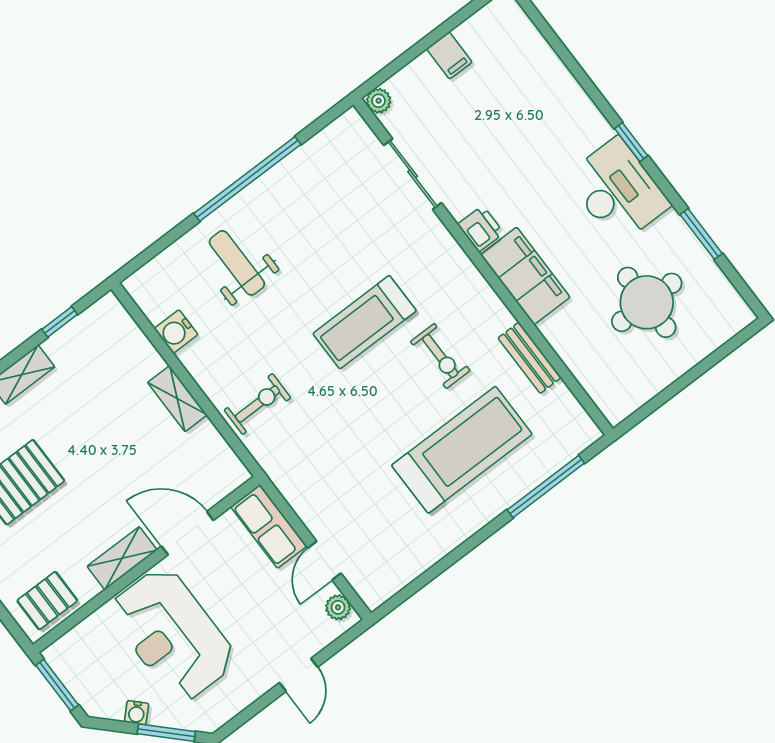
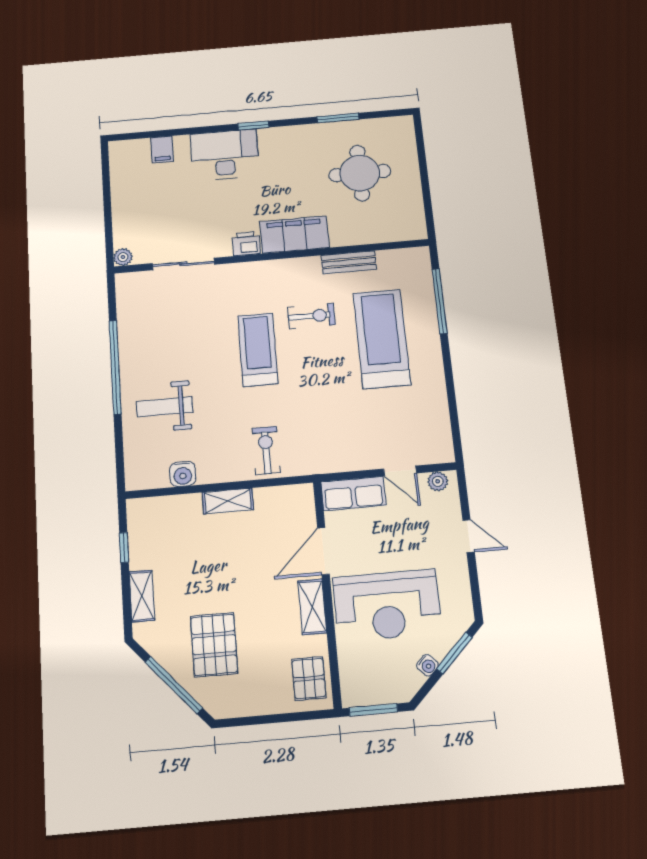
filing cabinet: (449, 55) -> (162, 149), moved, turned 90
desk: (618, 191) -> (225, 155), moved
treadmill: (365, 322) -> (258, 350), turned 180

